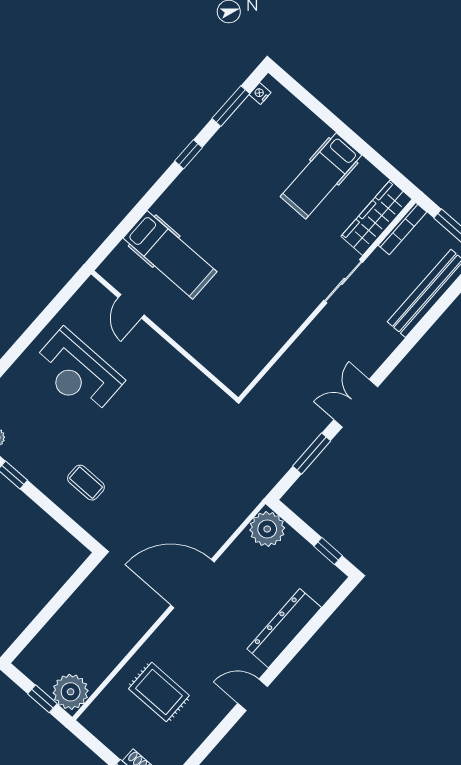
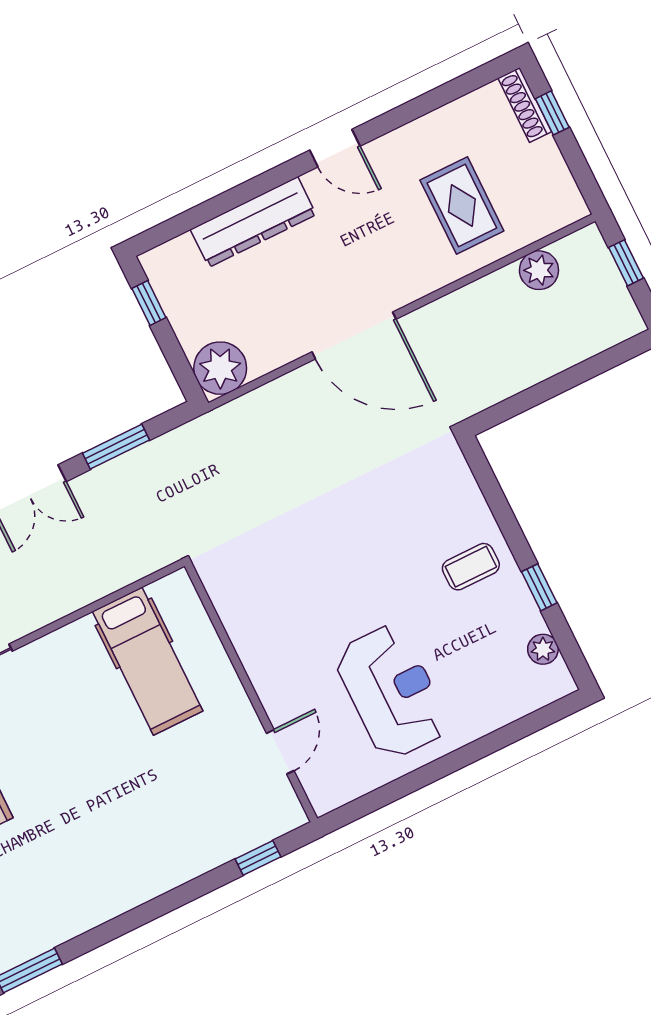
window: (188, 154) -> (258, 858), moved
hospital bed: (170, 255) -> (148, 661), moved, turned 180
coffee table: (86, 483) -> (471, 567), moved, turned 90
plant: (71, 692) -> (539, 270), moved, width x0.73, depth x0.73

